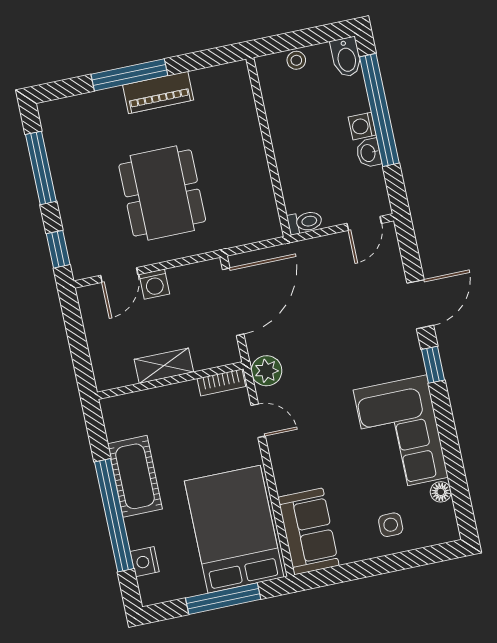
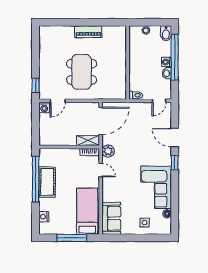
window: (129, 75) -> (78, 22), removed
window: (41, 168) -> (36, 52), removed
washing machine: (154, 284) -> (44, 107), moved
door: (420, 304) -> (175, 138), swing flipped
shelving: (164, 366) -> (88, 141), moved
window: (114, 515) -> (36, 179), moved
bed: (234, 529) -> (87, 211), width x0.67

